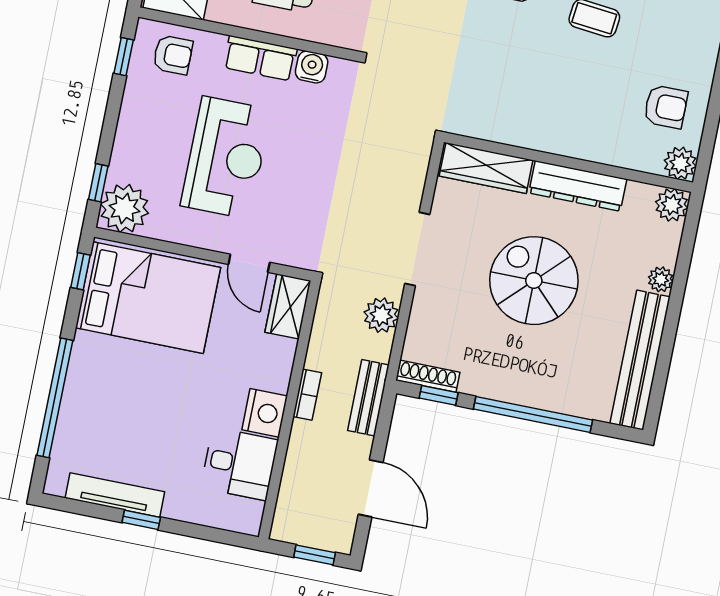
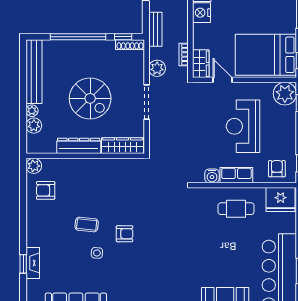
armchair: (173, 55) -> (277, 169), turned 90
plant: (672, 205) -> (34, 126), moved
bookcase: (307, 395) -> (184, 54), moved

